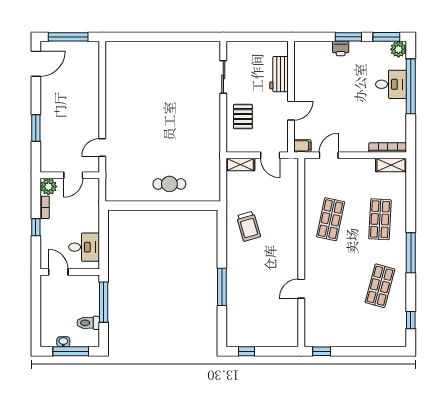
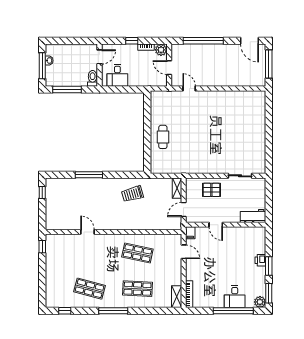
workbench: (279, 74) -> (253, 216), moved
window: (36, 128) -> (203, 41), width x2.11
window: (104, 302) -> (67, 90), moved
toilet: (88, 323) -> (93, 78), moved

